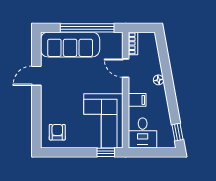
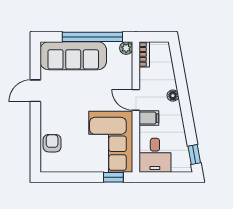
plant: (117, 38) -> (126, 48), added
door: (126, 68) -> (136, 100), moved
armchair: (57, 132) -> (52, 143), moved

